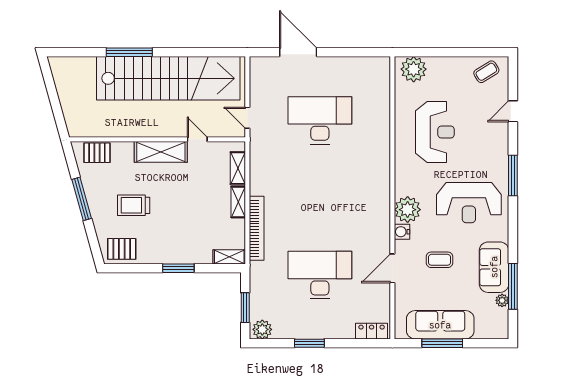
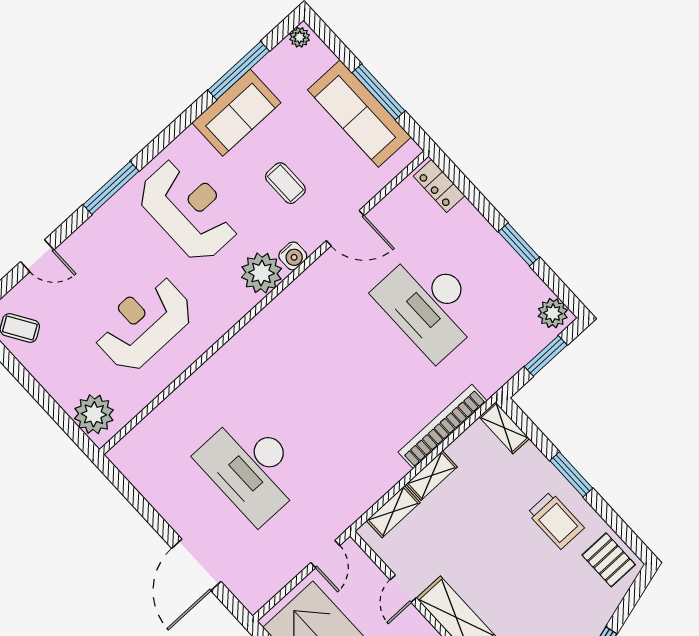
trolley: (134, 205) -> (556, 520), moved
plant: (502, 300) -> (300, 37), moved

